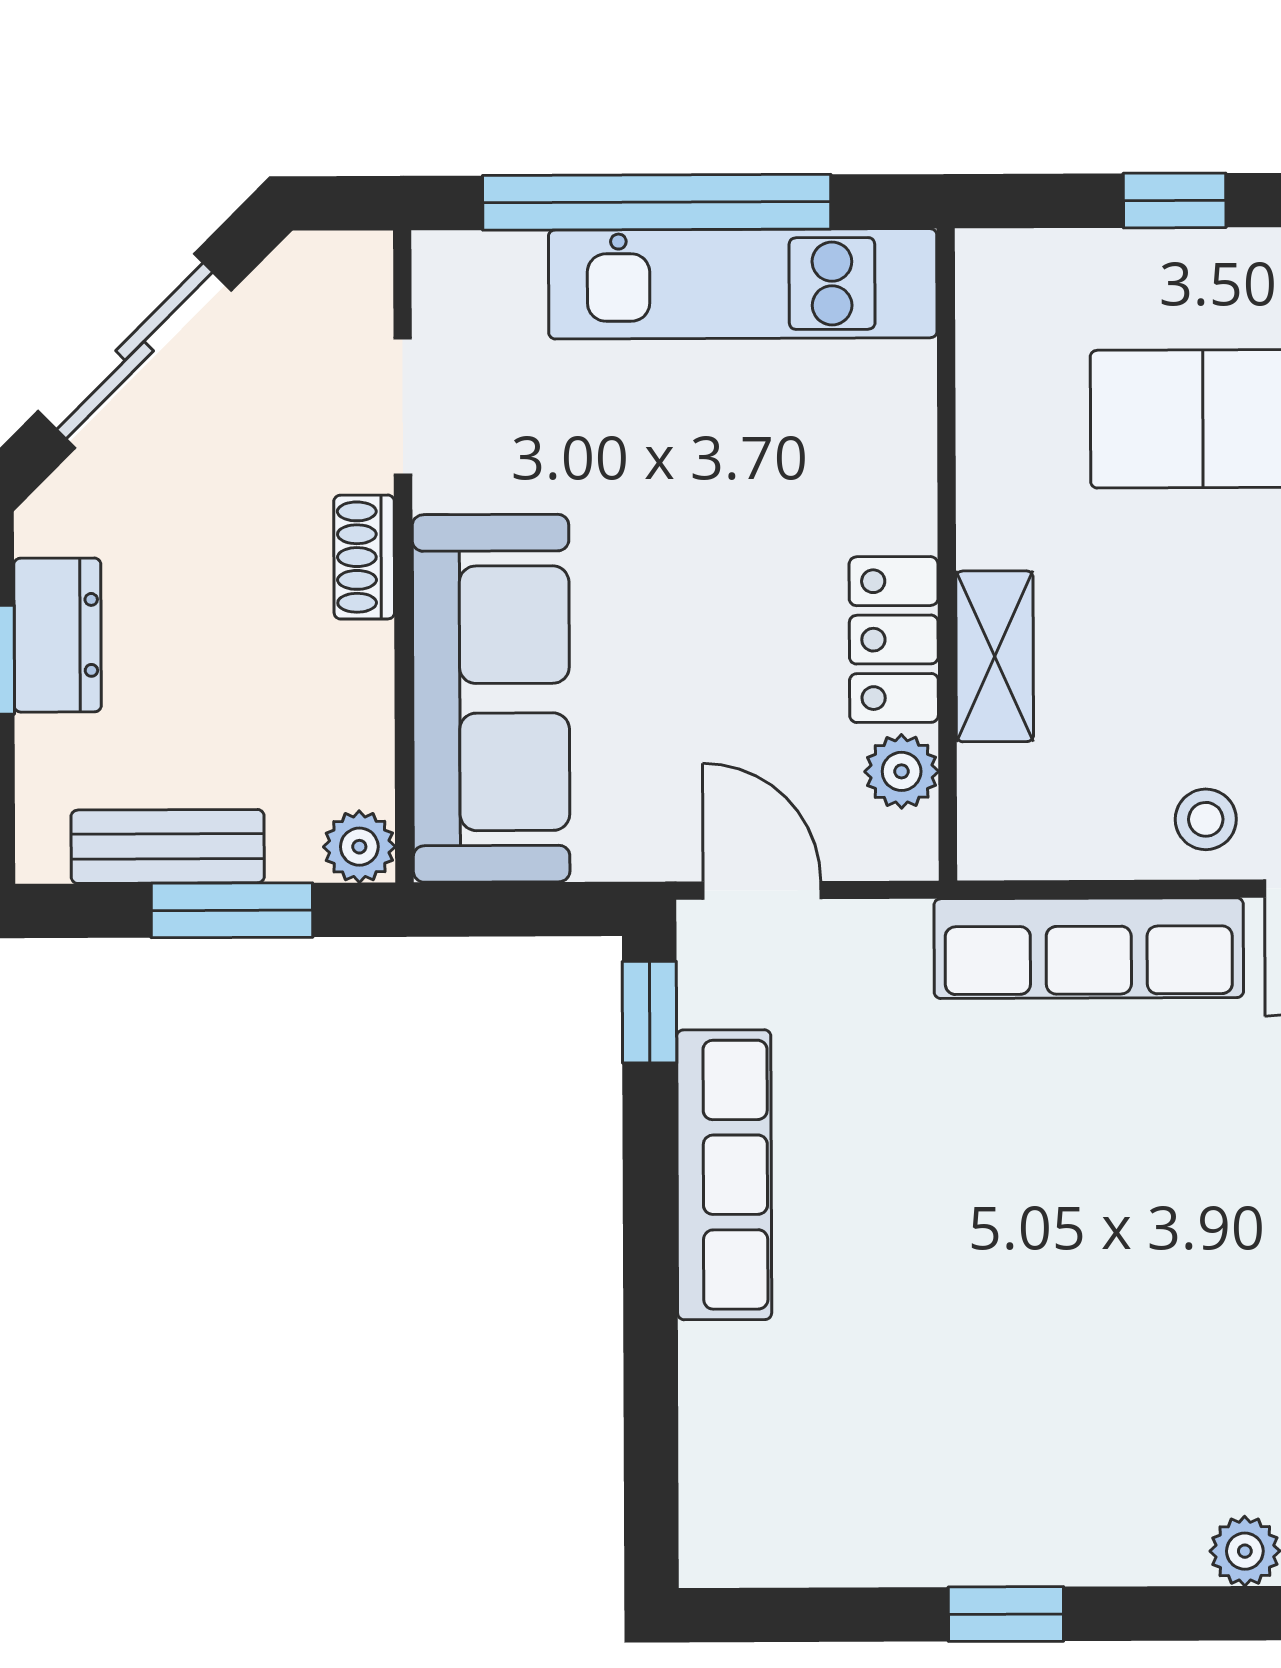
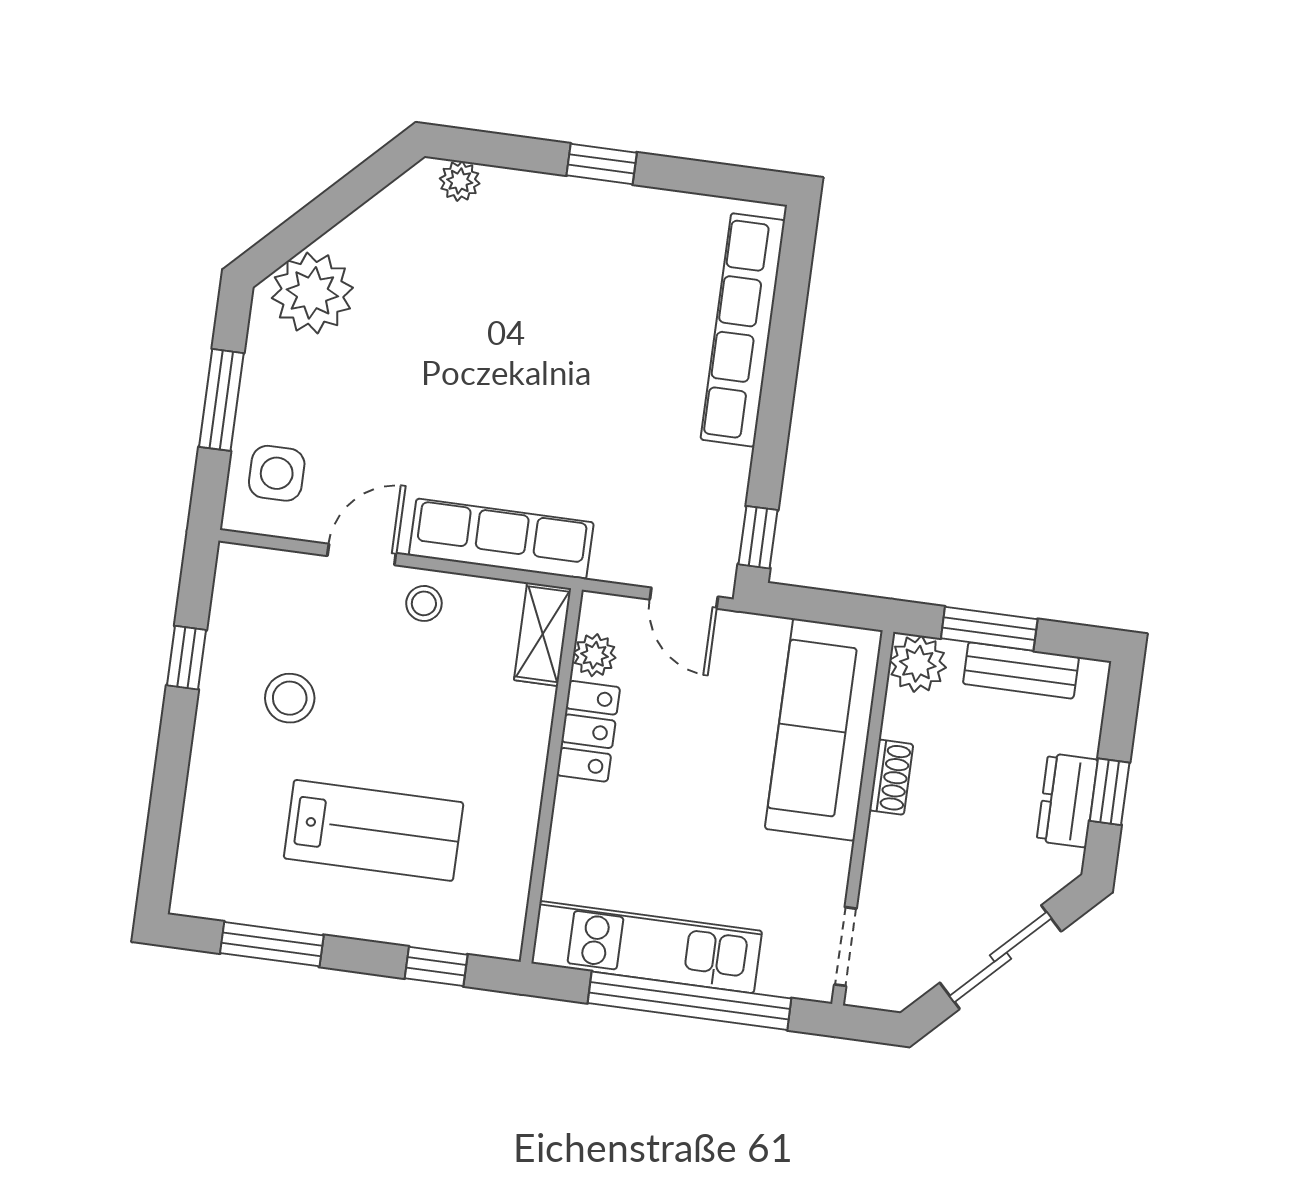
window: (1175, 200) -> (436, 966), moved
doorway: (403, 406) -> (845, 947), moved
shoe rack: (364, 557) -> (891, 777), moved
shelving: (995, 656) -> (543, 634), moved
plant: (359, 847) -> (918, 664), width x1.38, depth x1.38
row of seats: (724, 1175) -> (743, 330), moved, width x1.36

